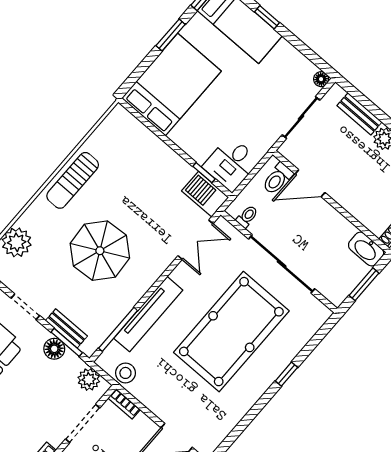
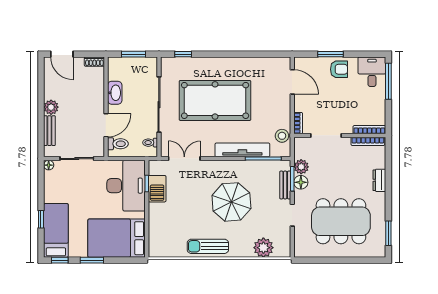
desk: (231, 164) -> (126, 186), width x1.87, depth x1.30
sun lounger: (73, 180) -> (208, 246), turned 180
door: (310, 183) -> (106, 125), hinge flipped
barbecue: (205, 194) -> (157, 189), moved
washbasin: (366, 249) -> (115, 93), moved
window: (286, 374) -> (183, 54), moved
plant: (89, 379) -> (301, 167), moved

